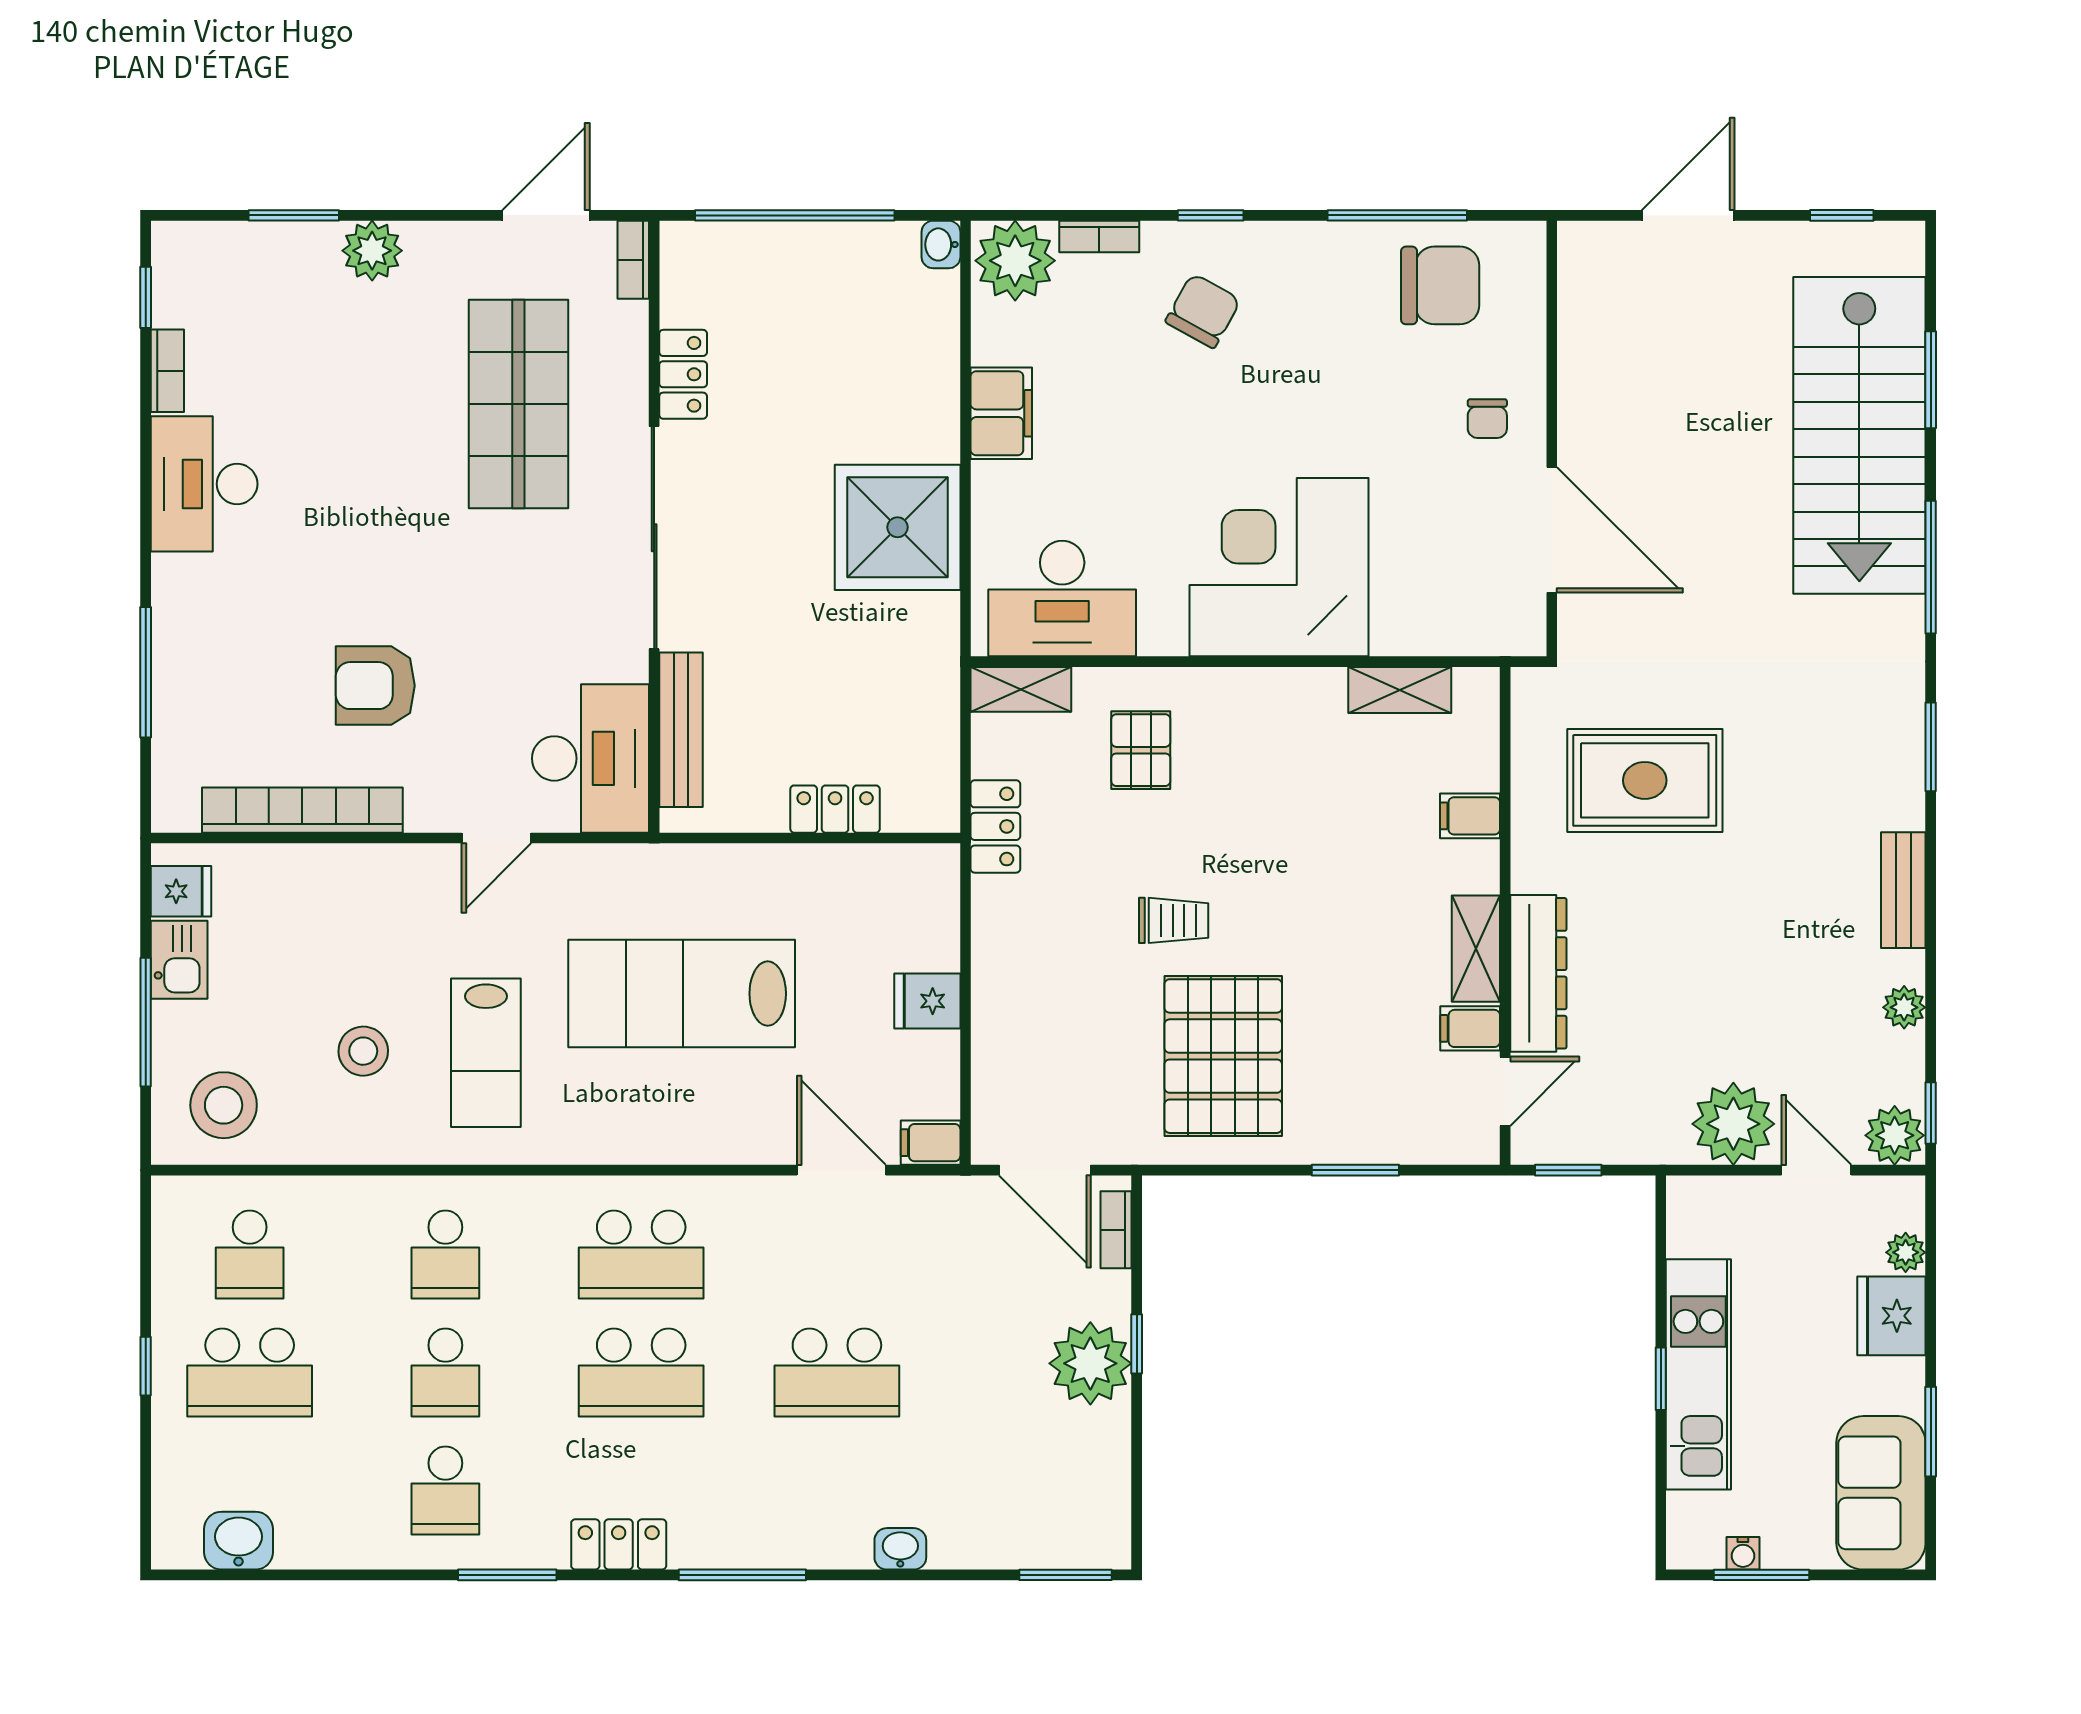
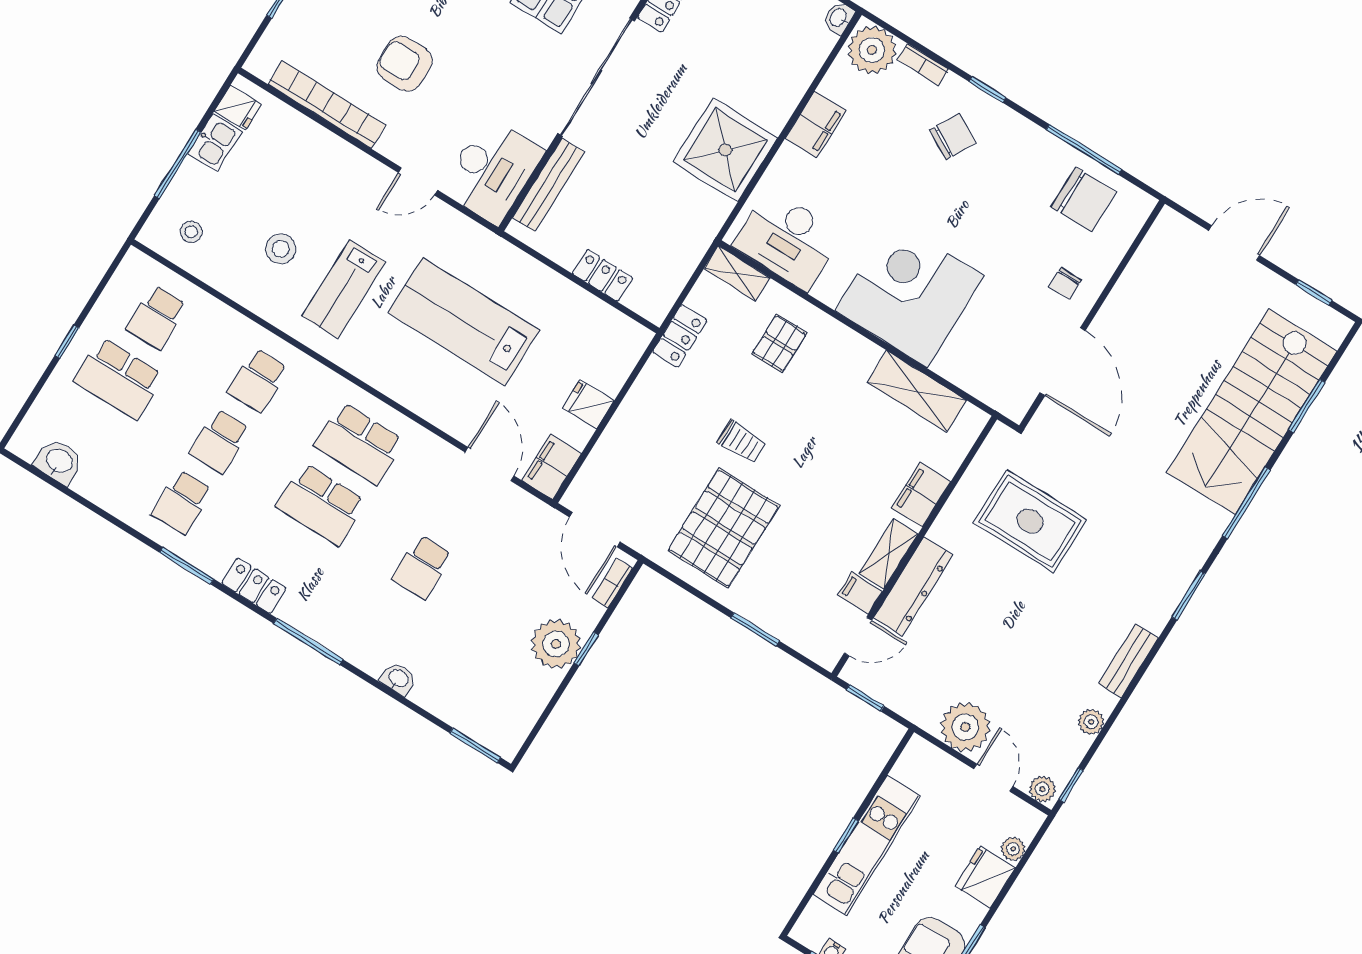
shelving: (1400, 690) -> (917, 391), width x1.50, depth x1.33
filing cabinet: (1470, 816) -> (921, 495), width x2.00
stool: (224, 1105) -> (191, 232), width x0.53, depth x0.53
plant: (1895, 1135) -> (1042, 789), width x0.73, depth x0.73
filing cabinet: (931, 1143) -> (552, 467), width x2.00
school desk: (837, 1372) -> (422, 567), width x0.54

